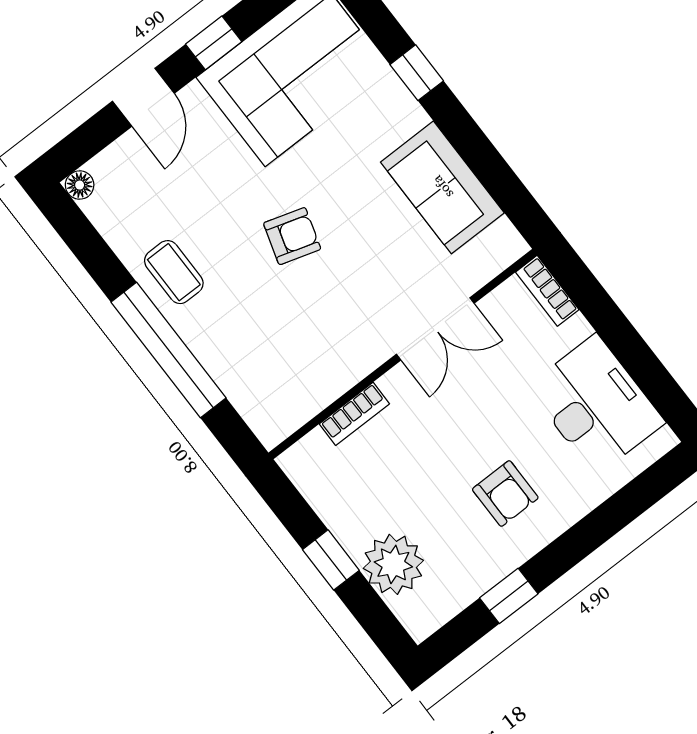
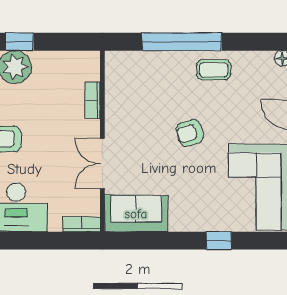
sofa: (442, 187) -> (136, 214), moved
armchair: (292, 236) -> (190, 133), turned 56
window: (331, 560) -> (19, 42), moved

